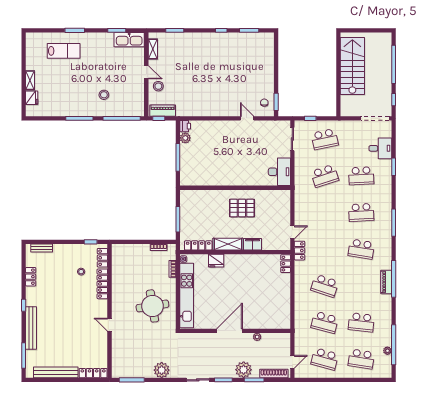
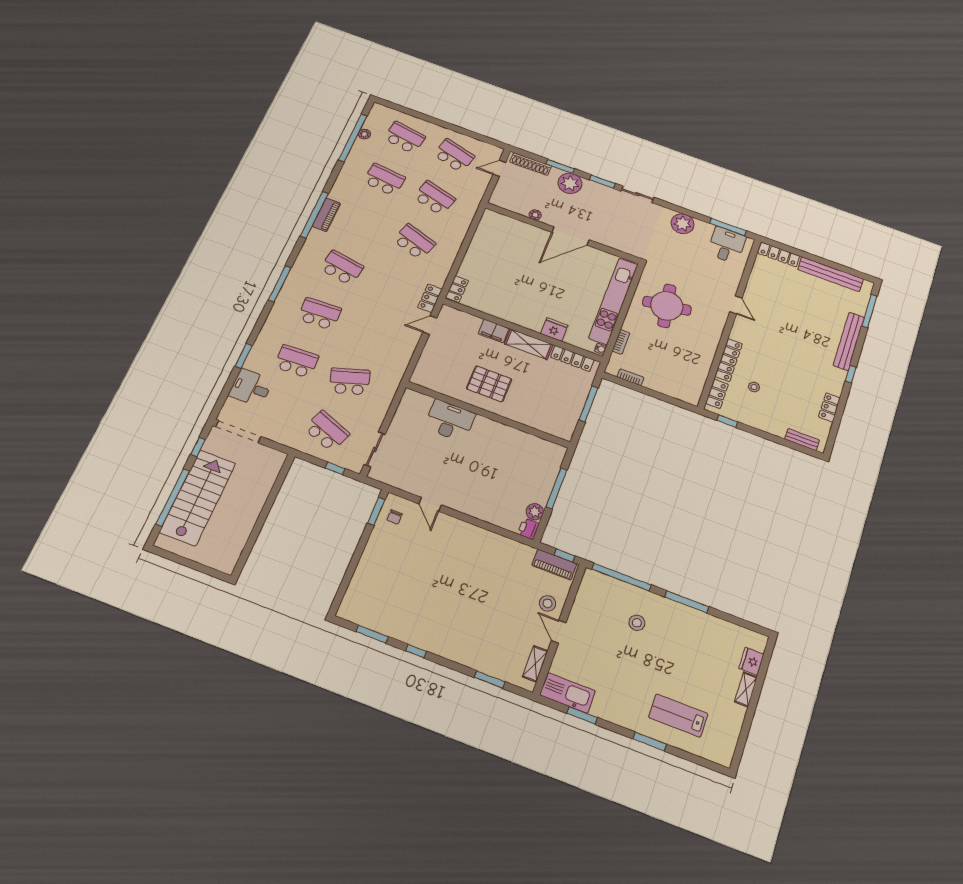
stairs: (352, 66) -> (198, 498), moved, turned 180
school desk: (325, 139) -> (327, 431), turned 33
desk: (279, 172) -> (450, 421), moved, turned 90
desk: (129, 366) -> (727, 245), added

